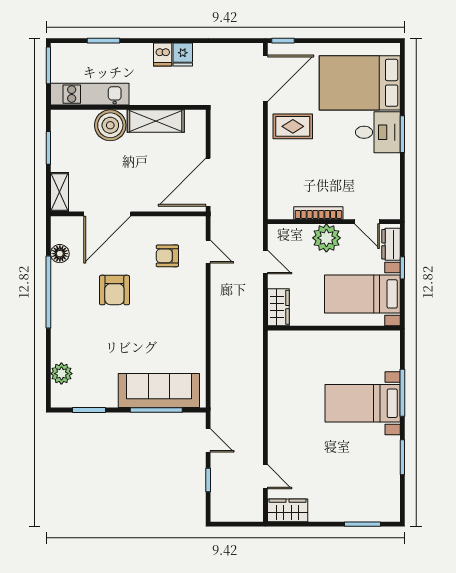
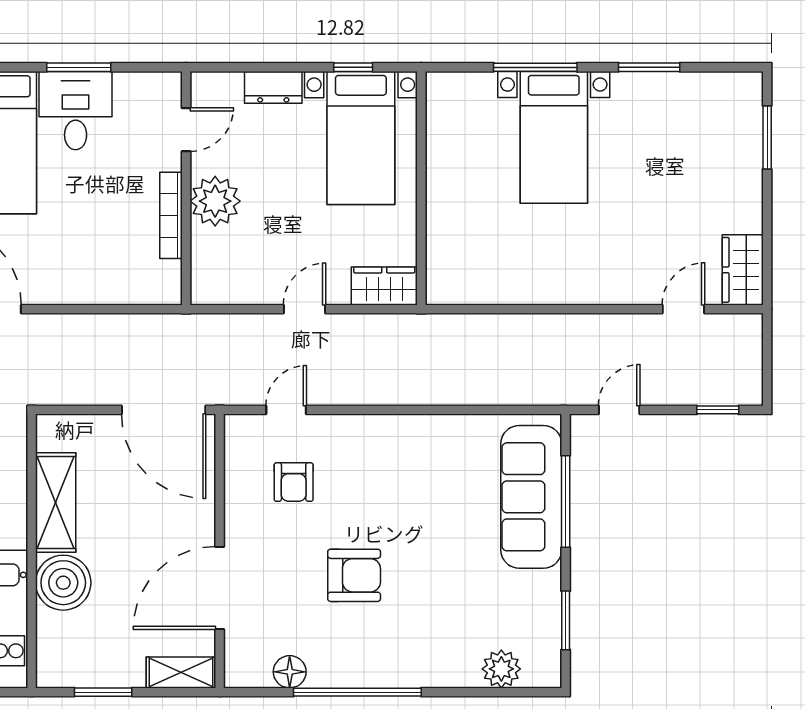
rug: (293, 126) -> (65, 261), removed
bookcase: (318, 213) -> (171, 215), moved
door: (107, 214) -> (220, 588), swing flipped
wall: (334, 222) -> (186, 188), moved
door: (367, 222) -> (186, 130), moved
plant: (326, 238) -> (215, 201), moved
window: (402, 268) -> (353, 67), moved
window: (208, 480) -> (718, 410), moved

